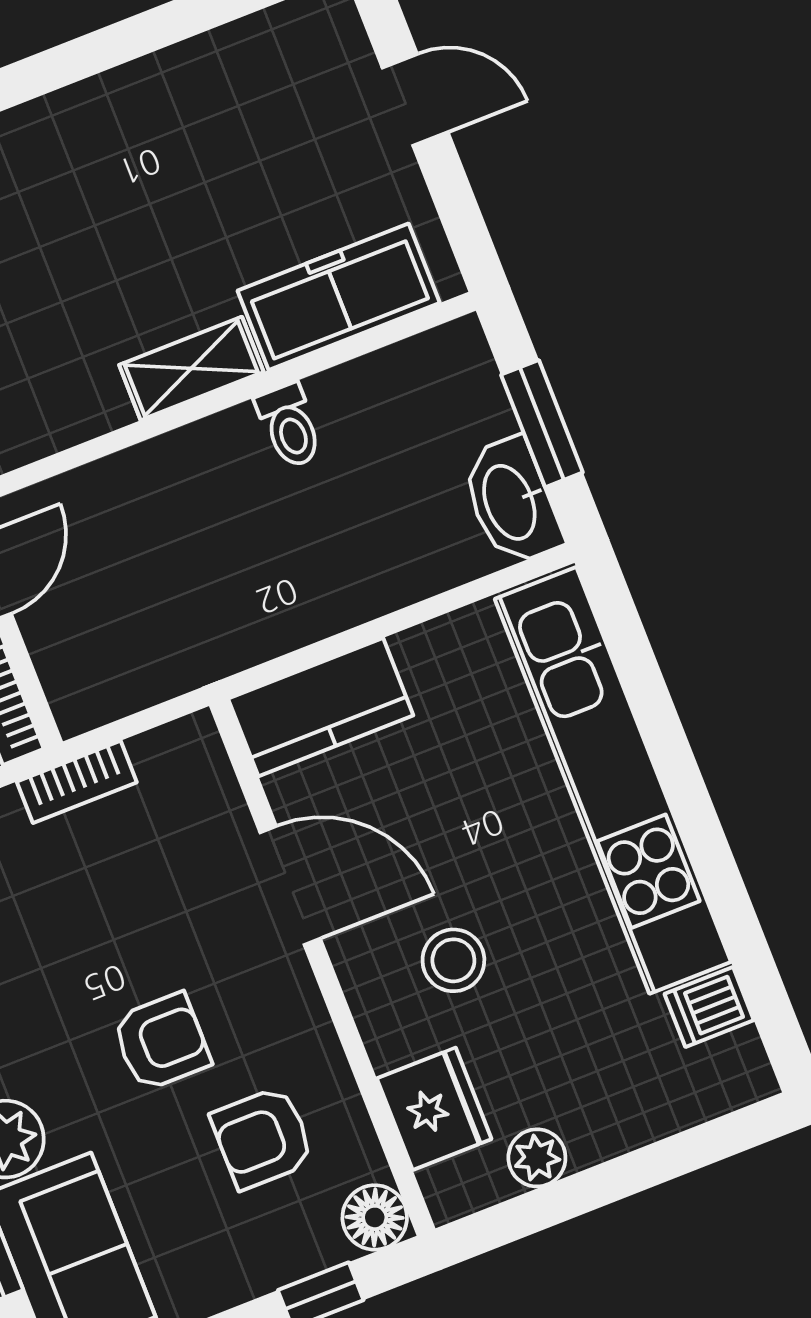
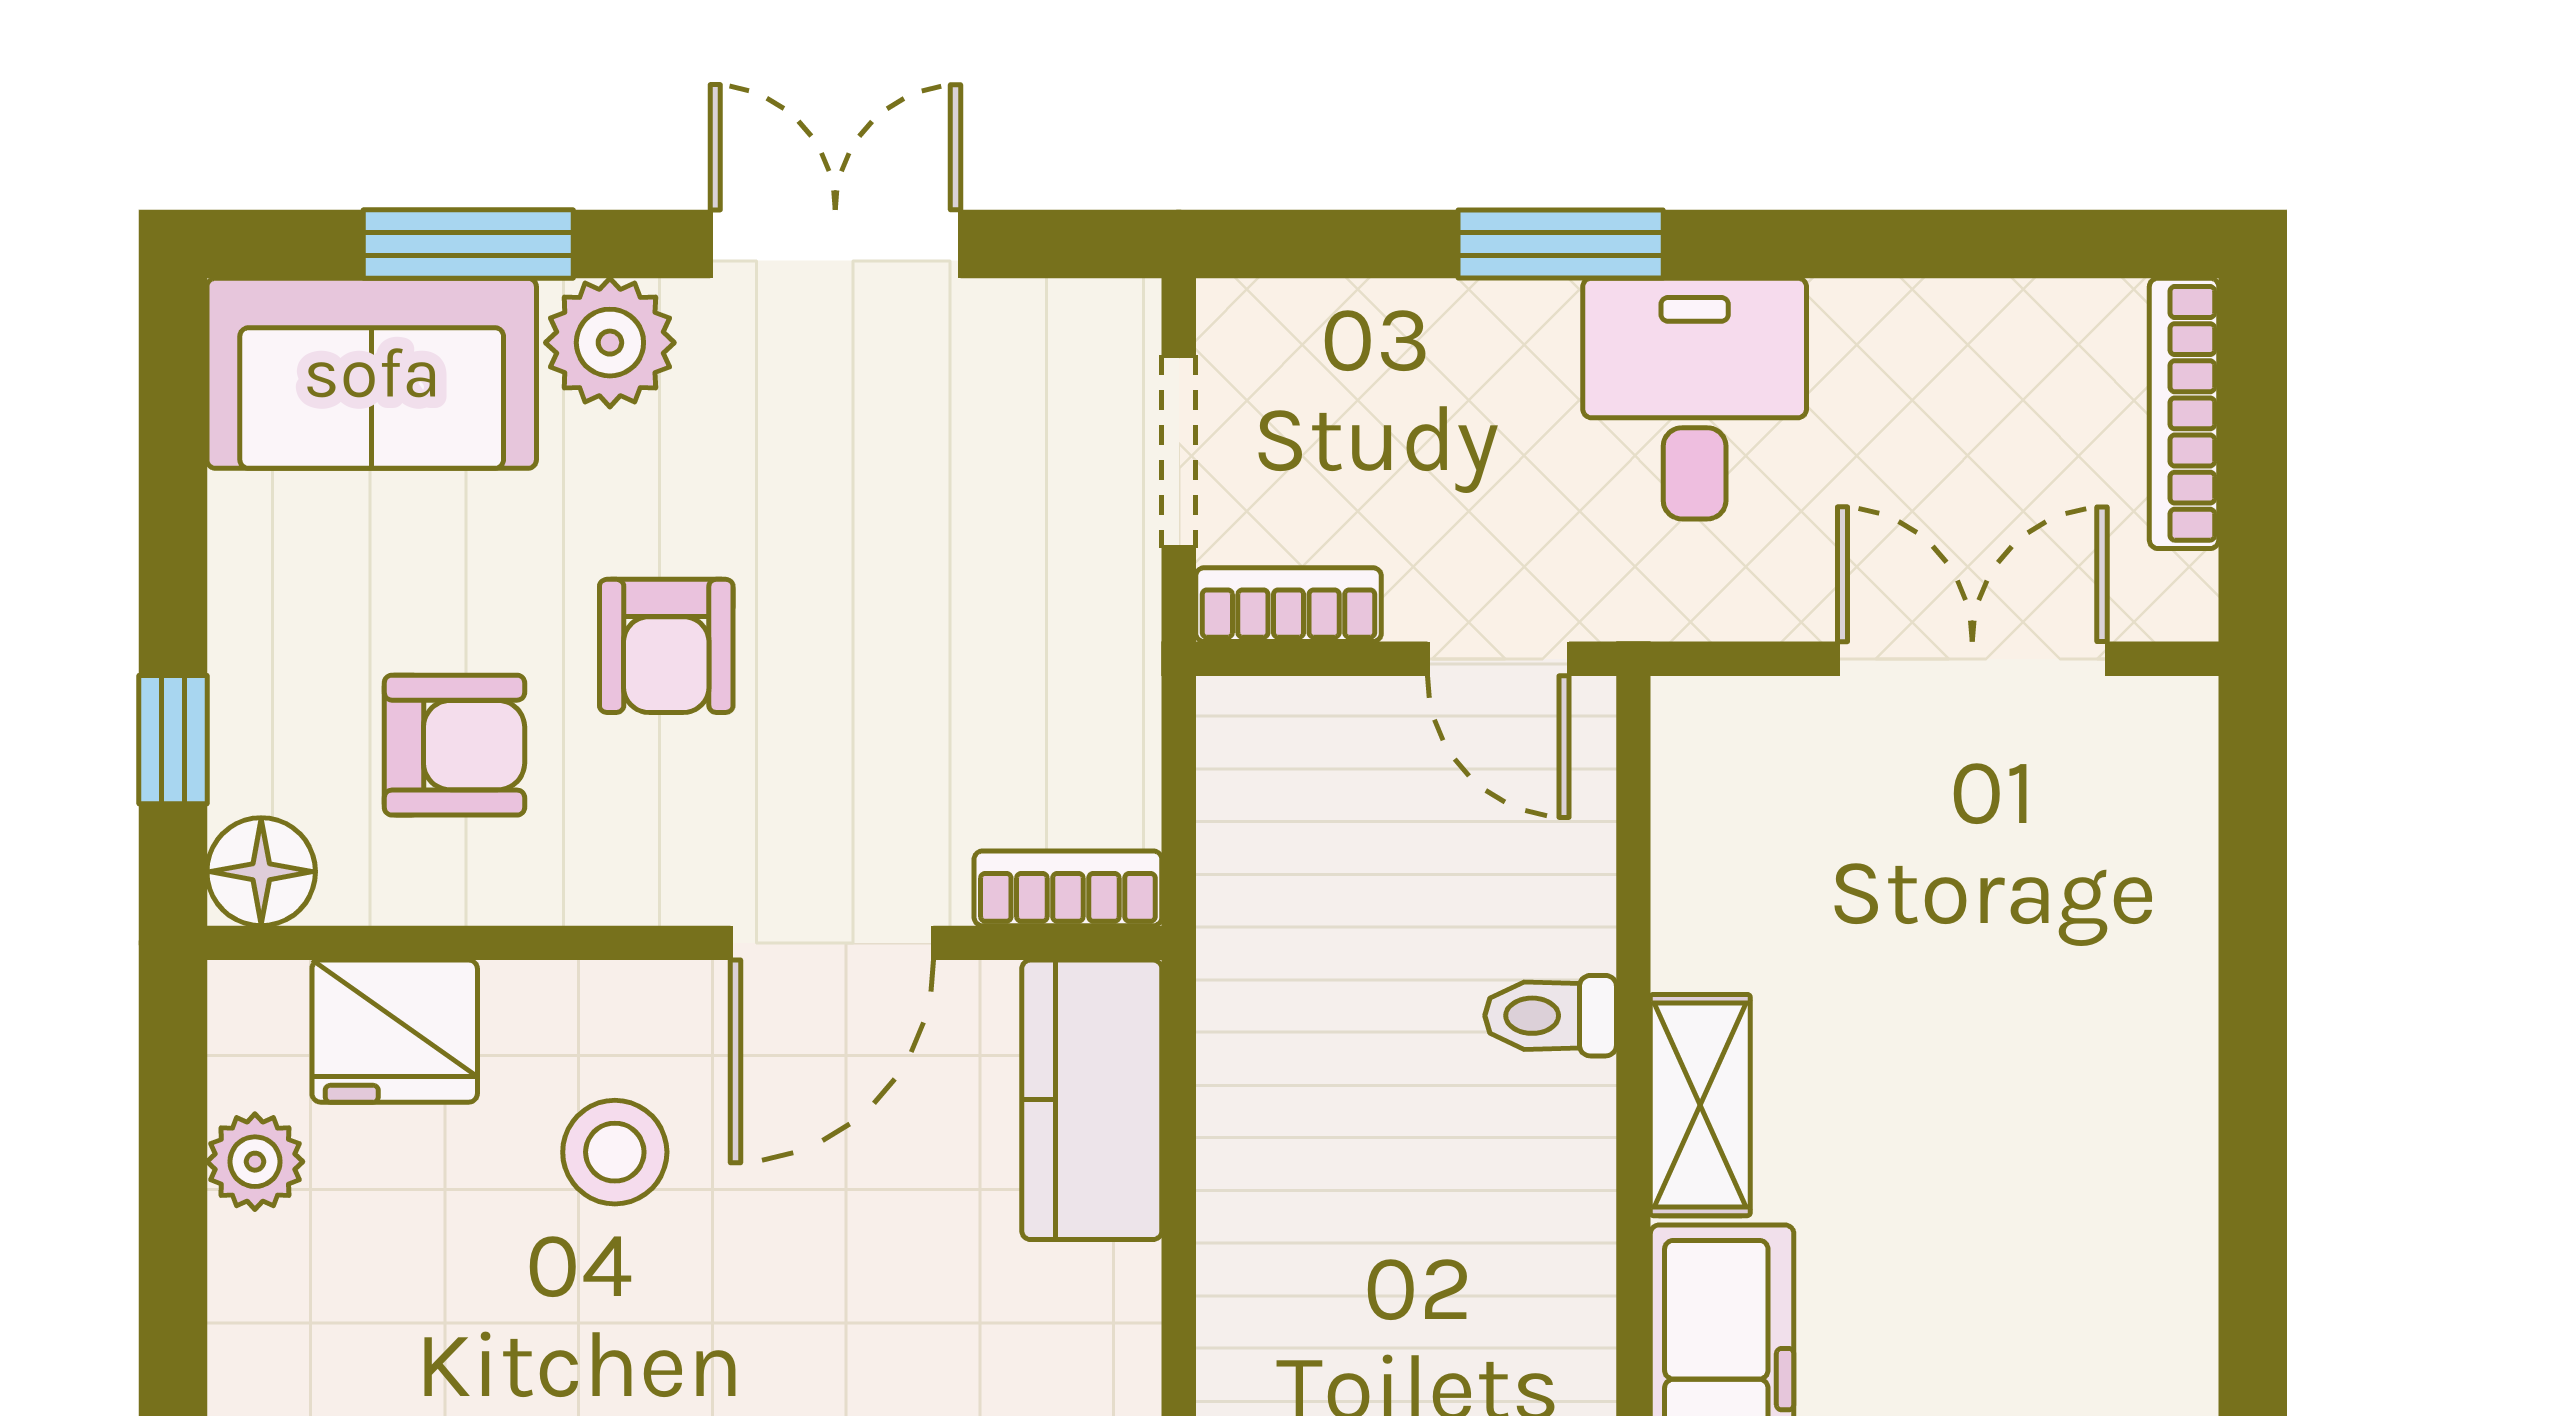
toilet: (289, 426) -> (1551, 1016), moved
bookcase: (77, 782) -> (1068, 888), moved, turned 90
armchair: (262, 1138) -> (454, 745), turned 90

